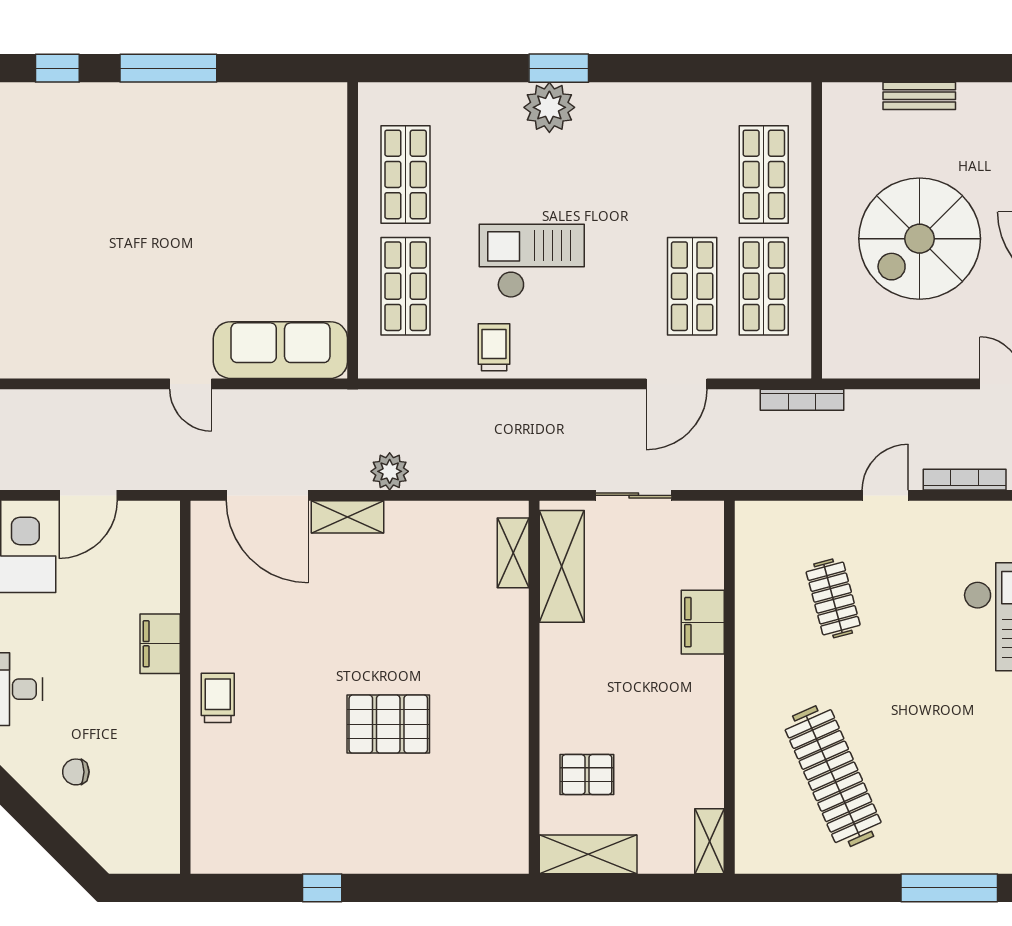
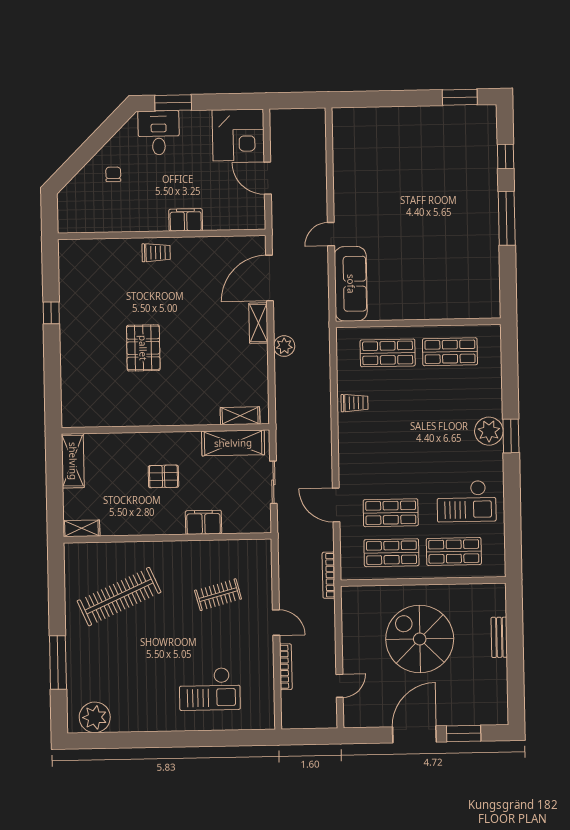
checkout: (532, 261) -> (466, 501), moved, turned 90
pallet: (587, 775) -> (163, 476), moved, turned 90

